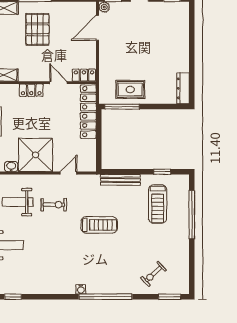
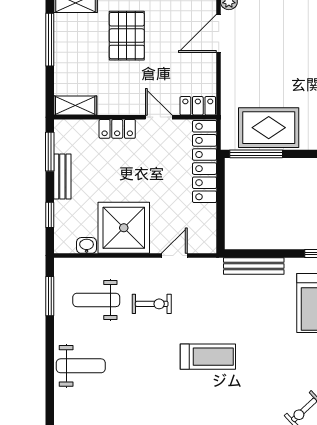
rug: (130, 89) -> (269, 128), width x1.36, depth x1.43
treadmill: (99, 225) -> (208, 357), moved

